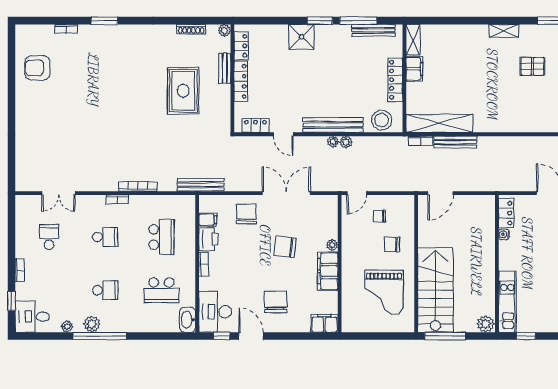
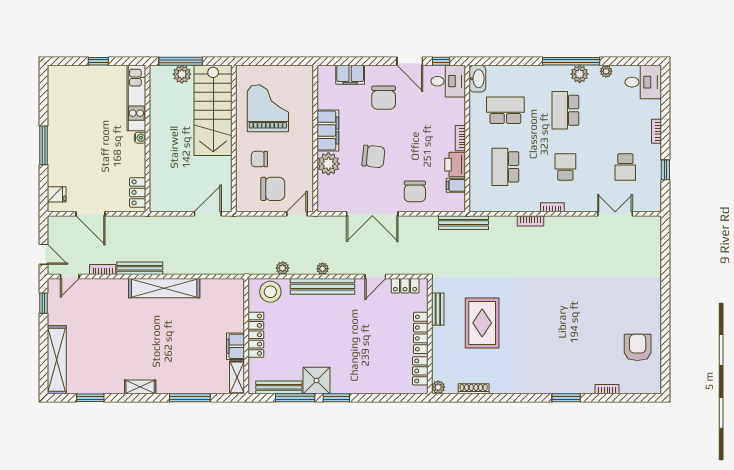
window: (457, 21) -> (190, 398), added
shower: (302, 37) -> (317, 381), moved
pallet: (532, 66) -> (110, 349), removed
armchair: (37, 68) -> (638, 347), turned -90
bench: (225, 68) -> (438, 309), moved
shelving: (439, 123) -> (164, 288), moved
door: (283, 134) -> (375, 277), swing flipped
bookcase: (421, 141) -> (103, 269), moved
plant: (346, 142) -> (283, 268), moved
bench: (455, 142) -> (140, 268), moved
bookcase: (138, 186) -> (530, 221), width x0.64
chair: (379, 216) -> (273, 189), width x1.87, depth x1.87
water cooler: (504, 234) -> (140, 138), moved
school desk: (105, 237) -> (565, 167), turned 90
chair: (392, 244) -> (259, 159), turned 180
plant: (332, 245) -> (328, 164), width x1.88, depth x1.88
school desk: (105, 290) -> (565, 110), width x1.85
window: (11, 301) -> (665, 170), moved
desk: (215, 312) -> (448, 81), width x0.73
filing cabinet: (324, 323) -> (350, 75), moved
plant: (486, 324) -> (182, 74), moved
window: (445, 336) -> (181, 61), moved
window: (526, 336) -> (98, 61), moved

